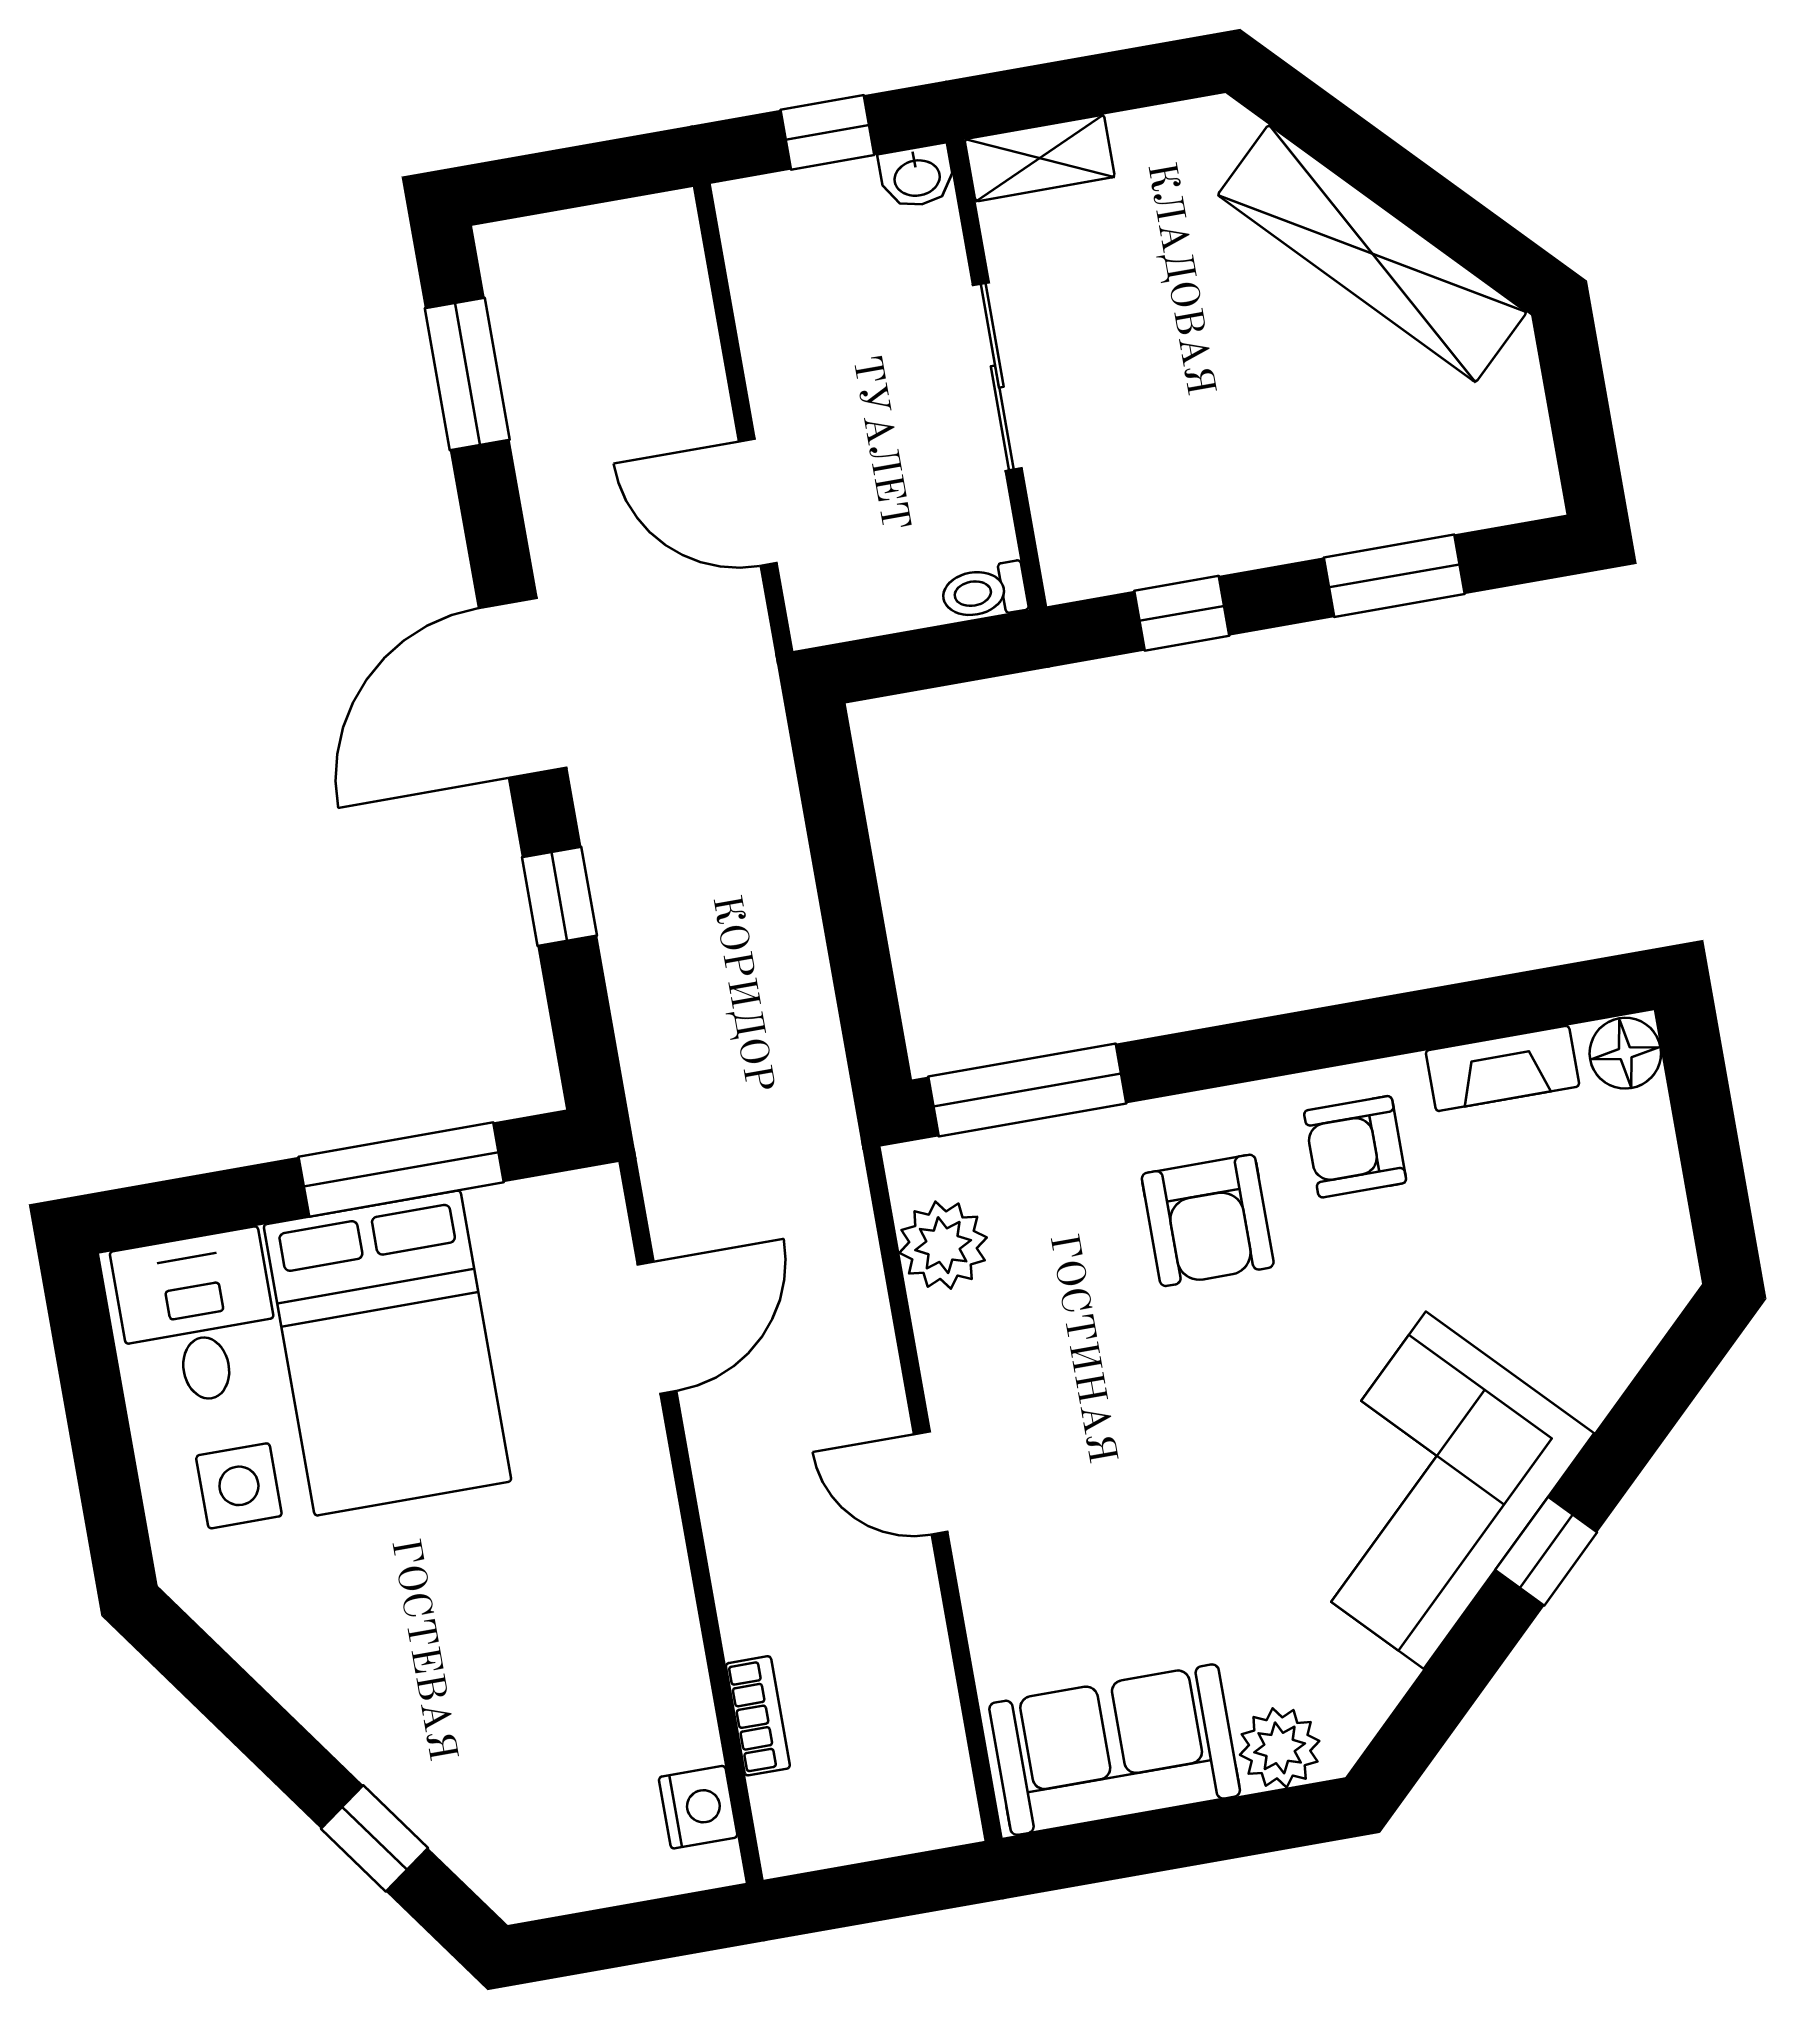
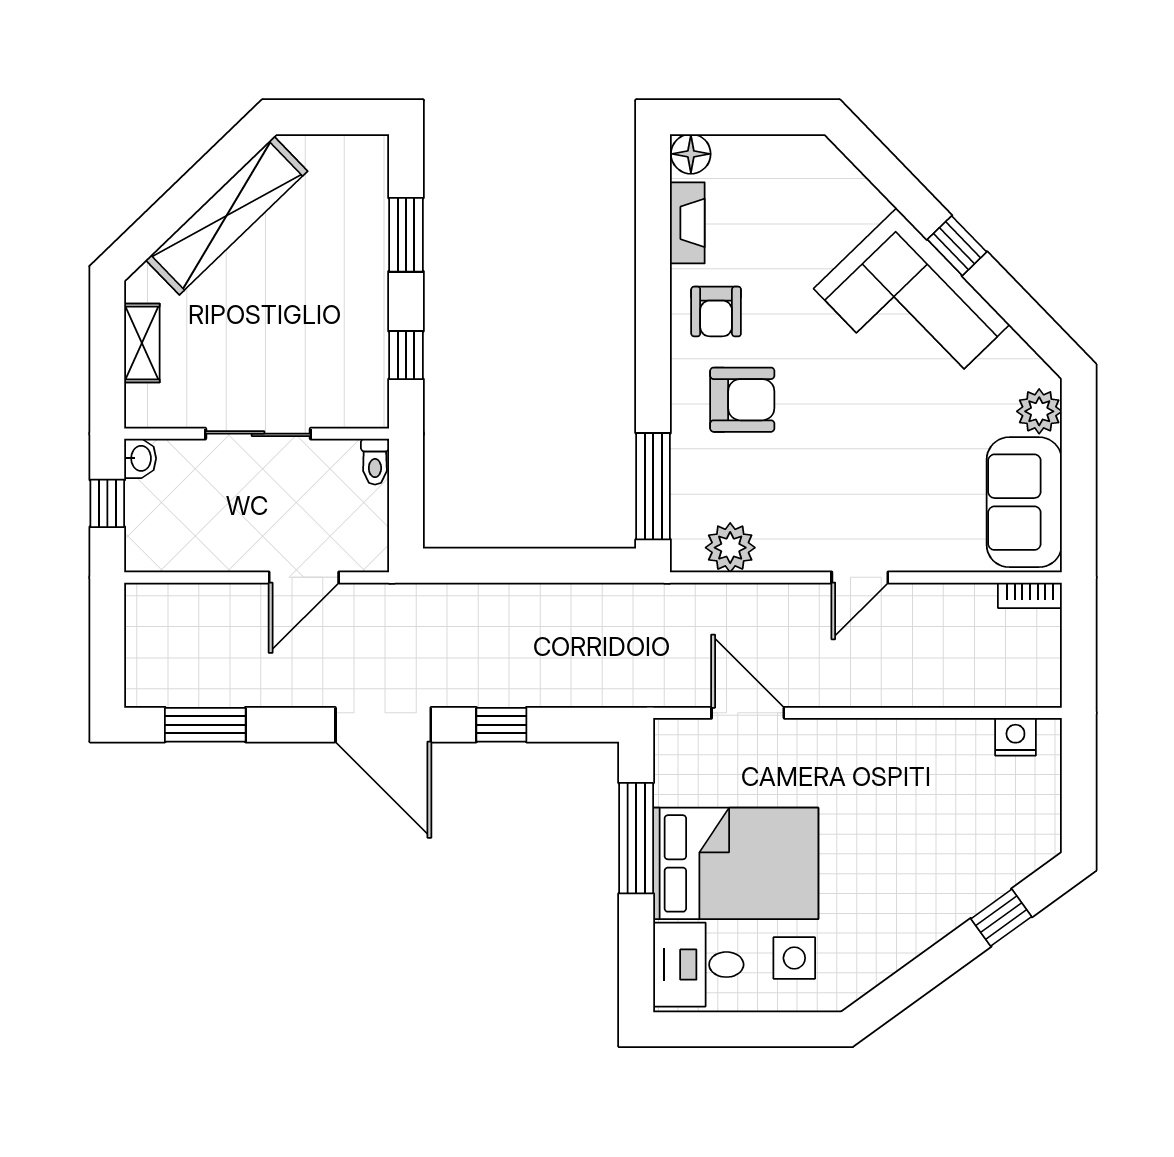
shelving: (1040, 158) -> (142, 343), moved
bookcase: (758, 1716) -> (1030, 595), moved, turned 180

